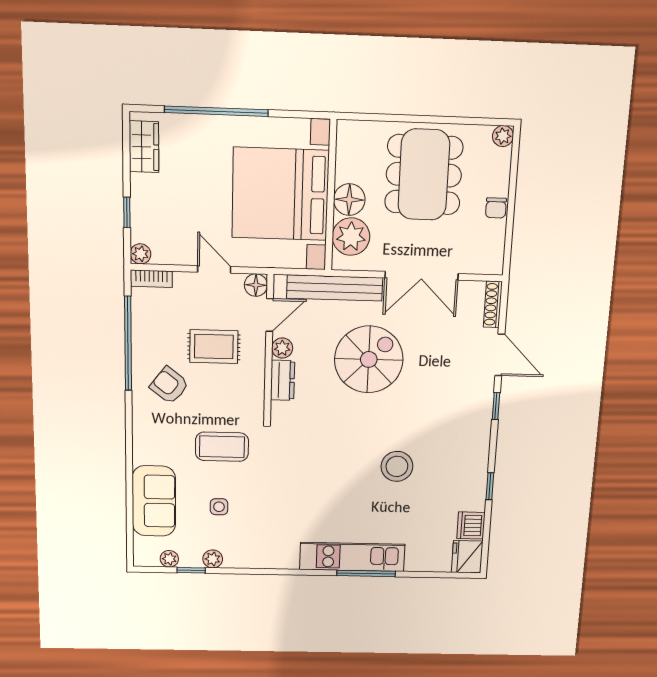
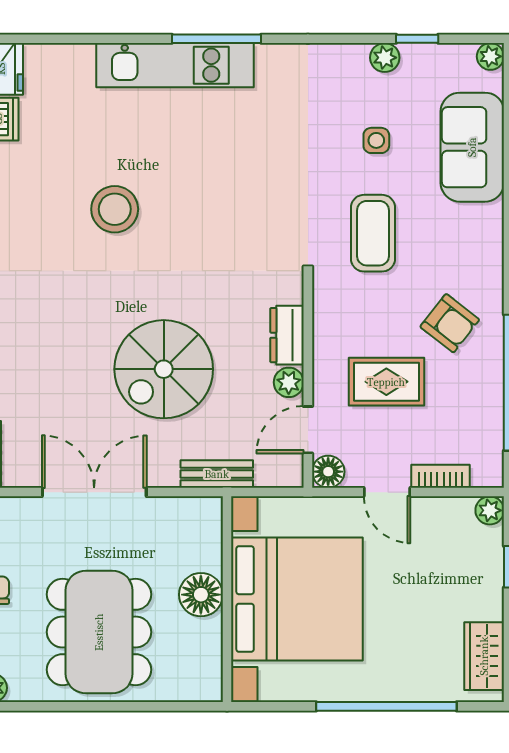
plant: (351, 237) -> (197, 544), removed
bookcase: (151, 279) -> (441, 476), moved
bench: (335, 288) -> (217, 474), width x0.54, depth x0.82
coffee table: (222, 447) -> (373, 233), turned 90
plant: (169, 559) -> (490, 56), moved
window: (366, 573) -> (216, 39), moved

